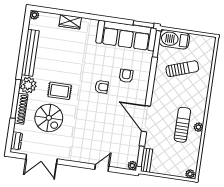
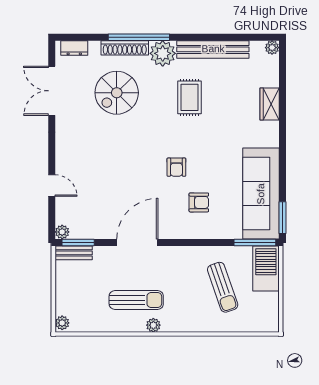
rug: (60, 91) -> (190, 97), moved
plant: (198, 127) -> (153, 325), moved

